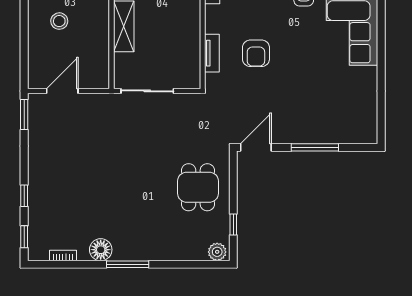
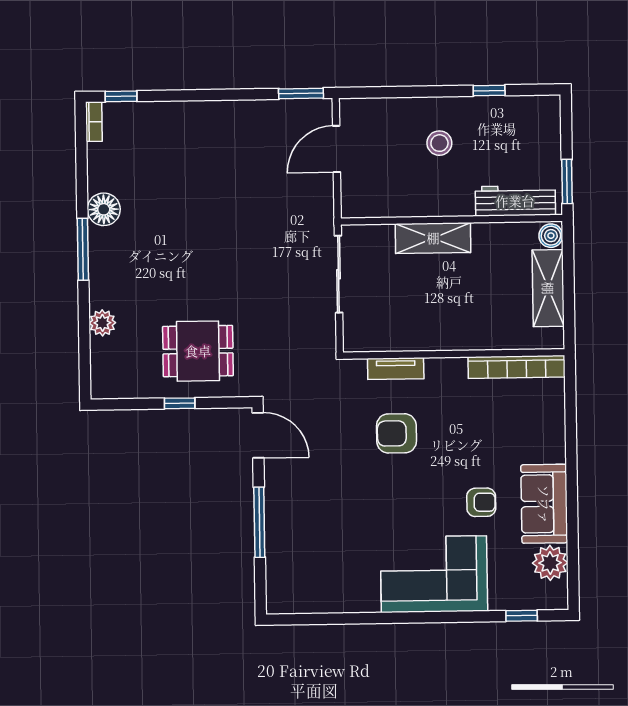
door: (62, 91) -> (337, 149), swing flipped
window: (24, 196) -> (181, 95), removed
window: (233, 225) -> (180, 403), moved
plant: (217, 252) -> (102, 323), moved
bookcase: (63, 255) -> (94, 122), moved

